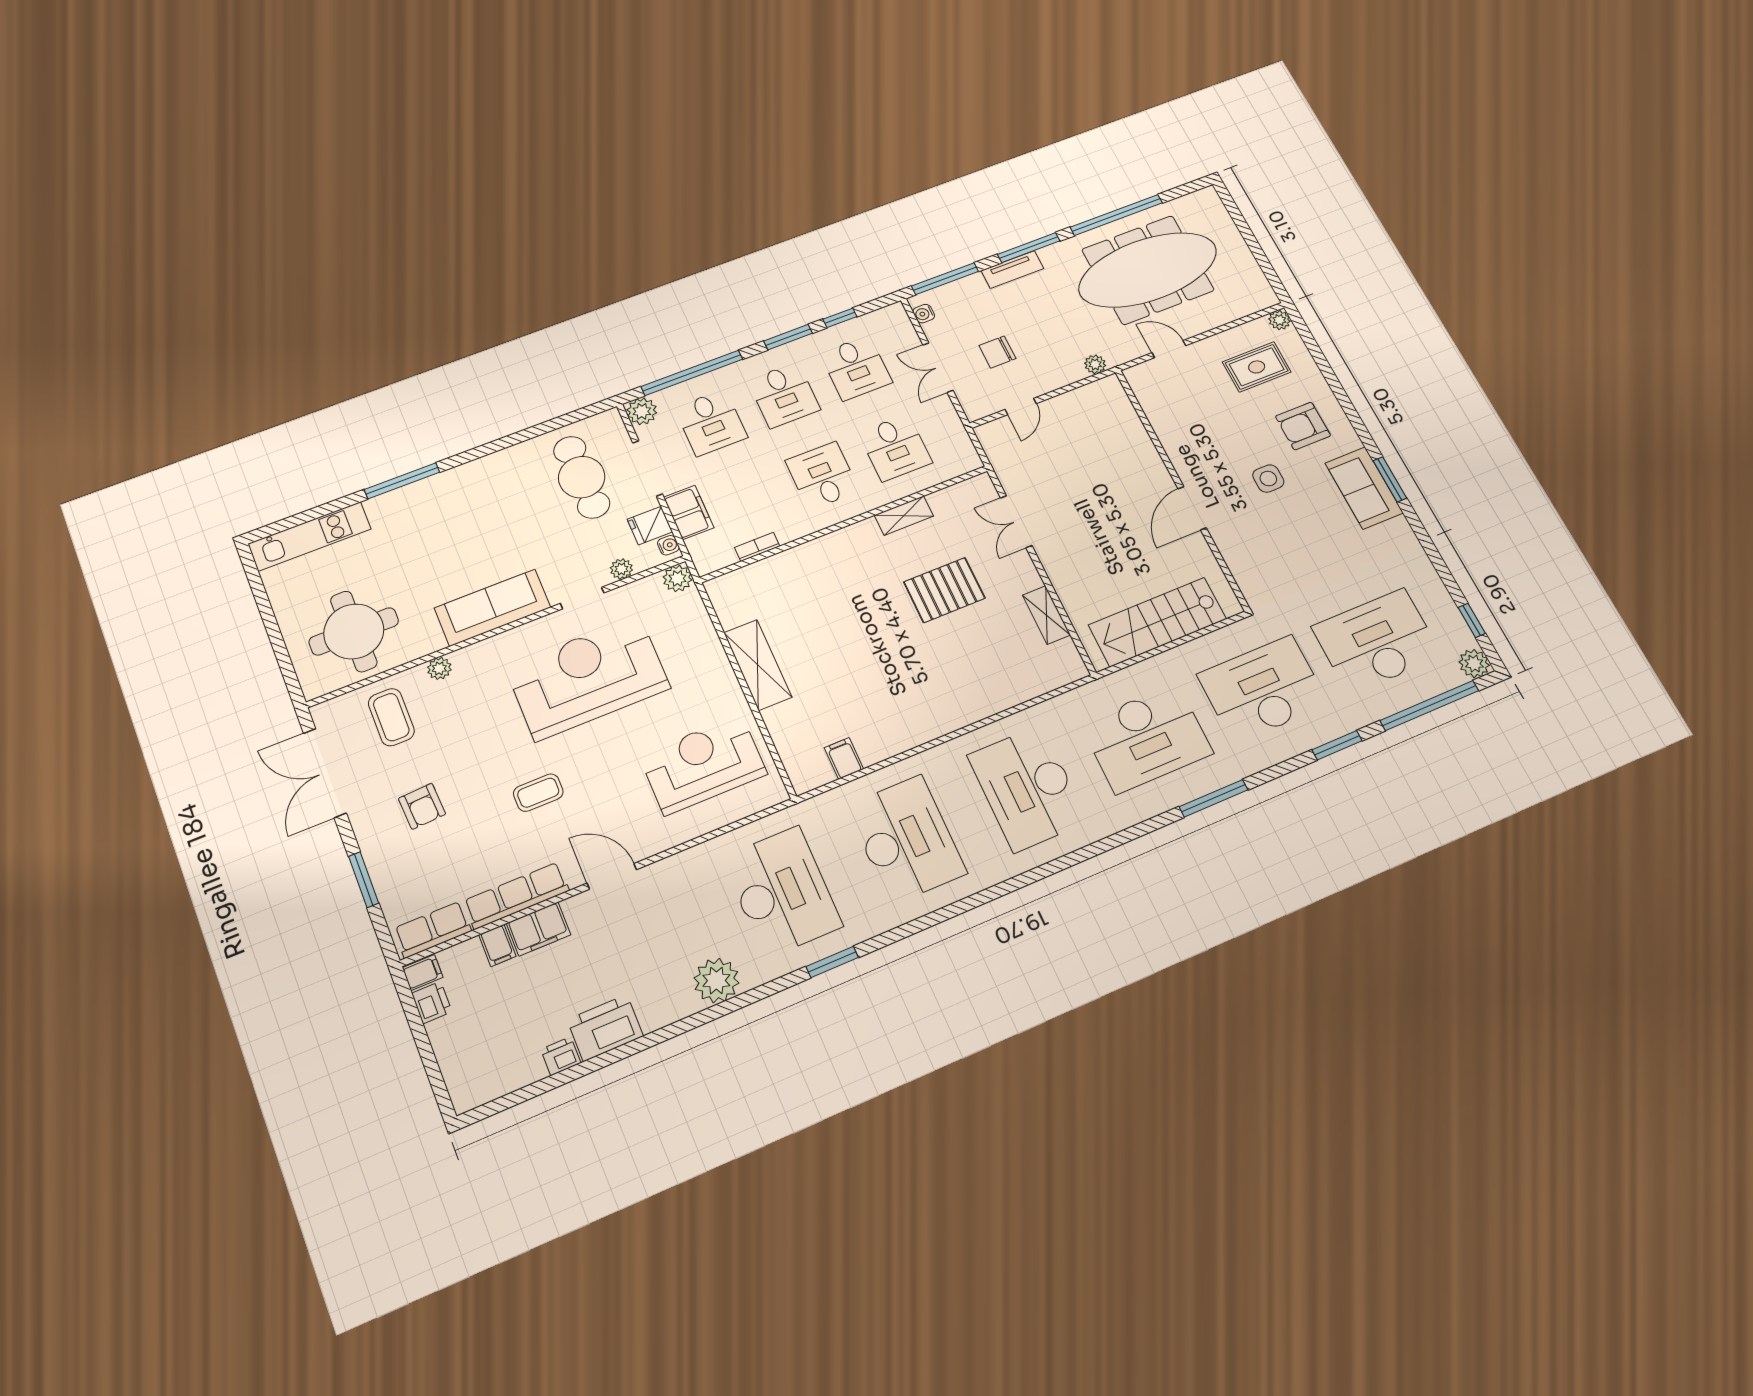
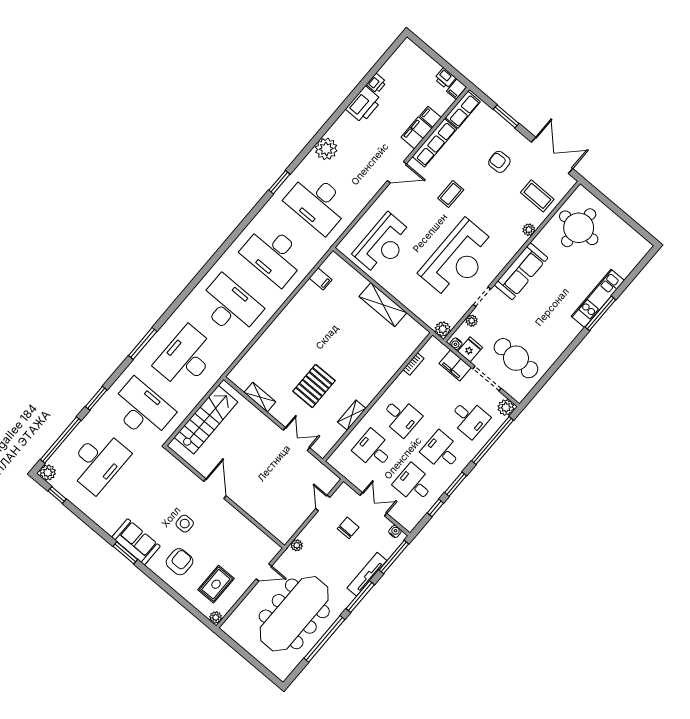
tv unit: (1012, 270) -> (367, 574), width x1.41
desk: (711, 423) -> (469, 418), turned 180
kitchen unit: (310, 536) -> (598, 298), moved
desk: (1263, 689) -> (142, 410), turned -90

